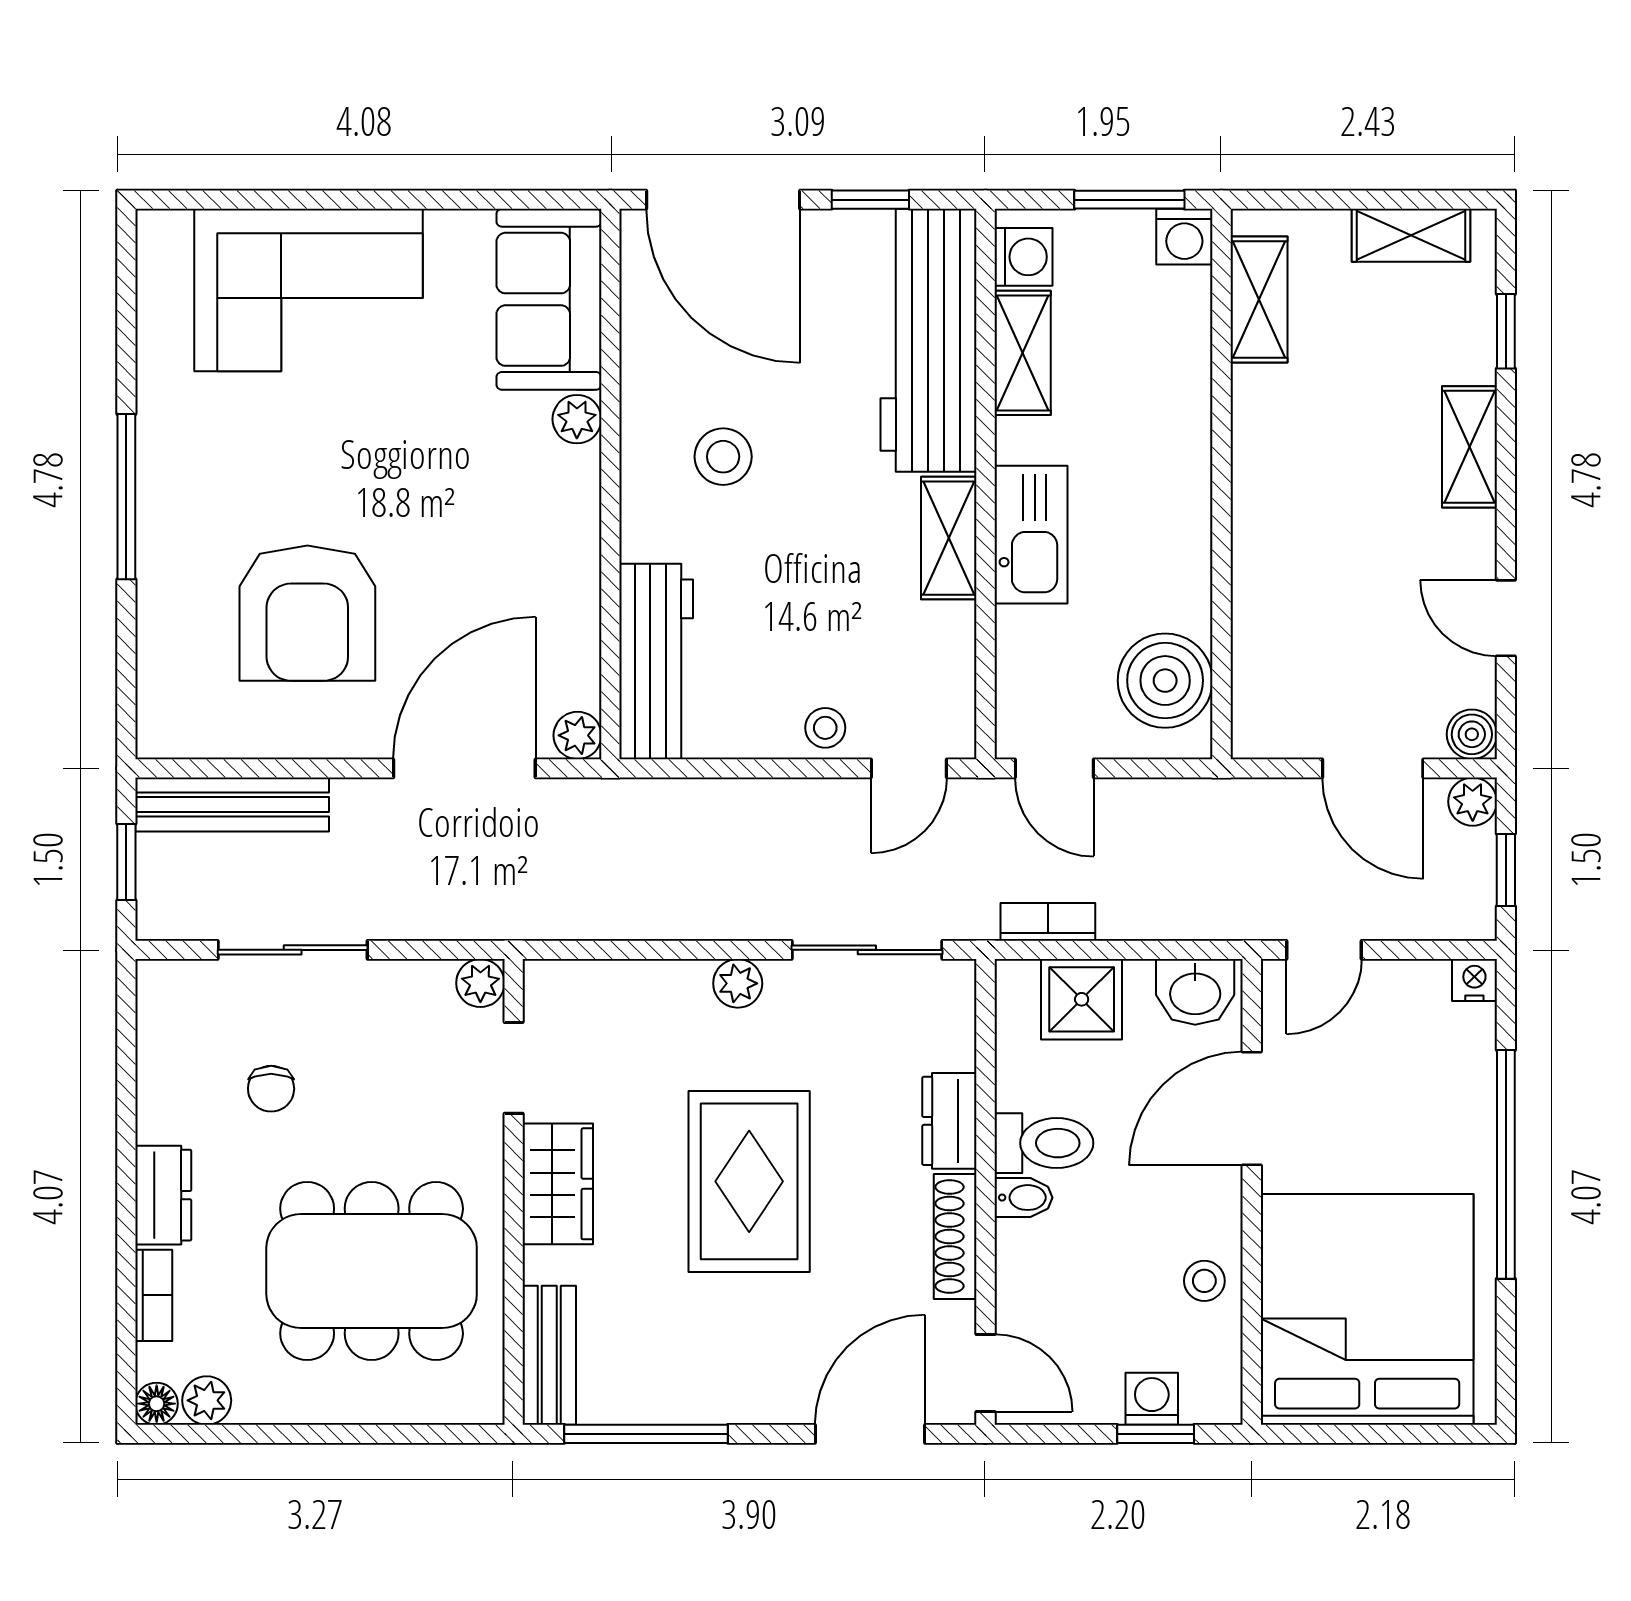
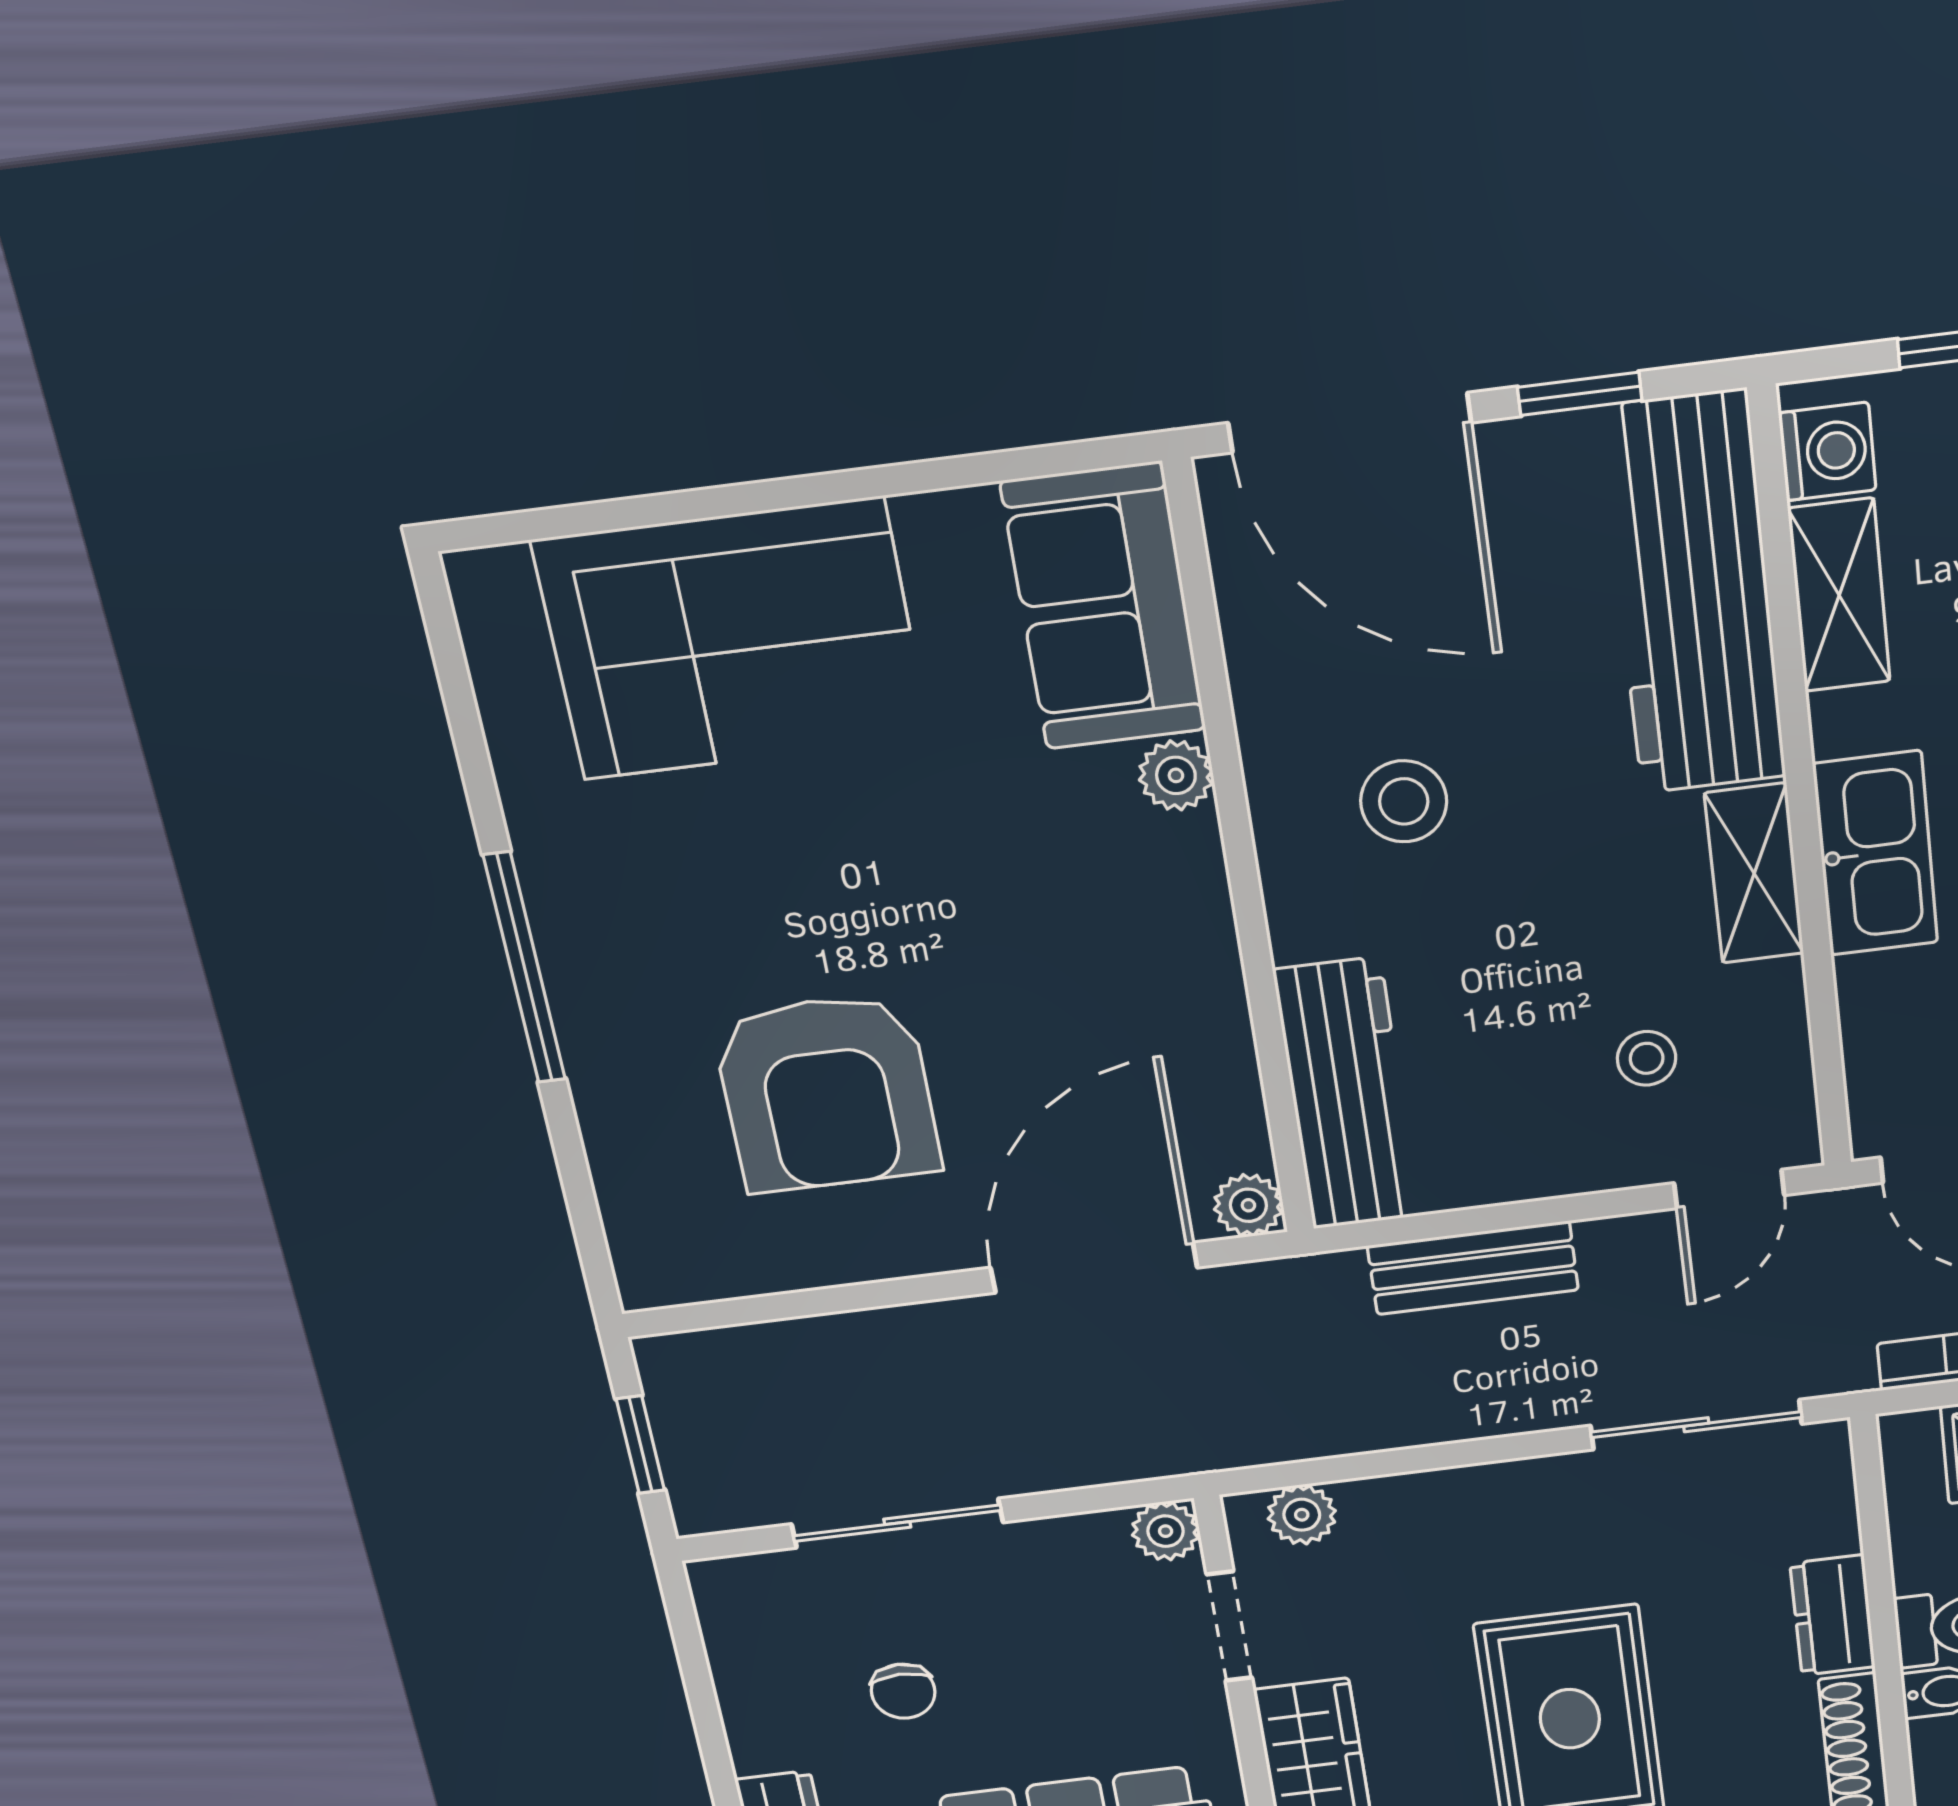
stool: (825, 728) -> (1647, 1058), moved
bench: (232, 804) -> (1473, 1268), moved, width x0.73
plant: (738, 983) -> (1302, 1515), moved

